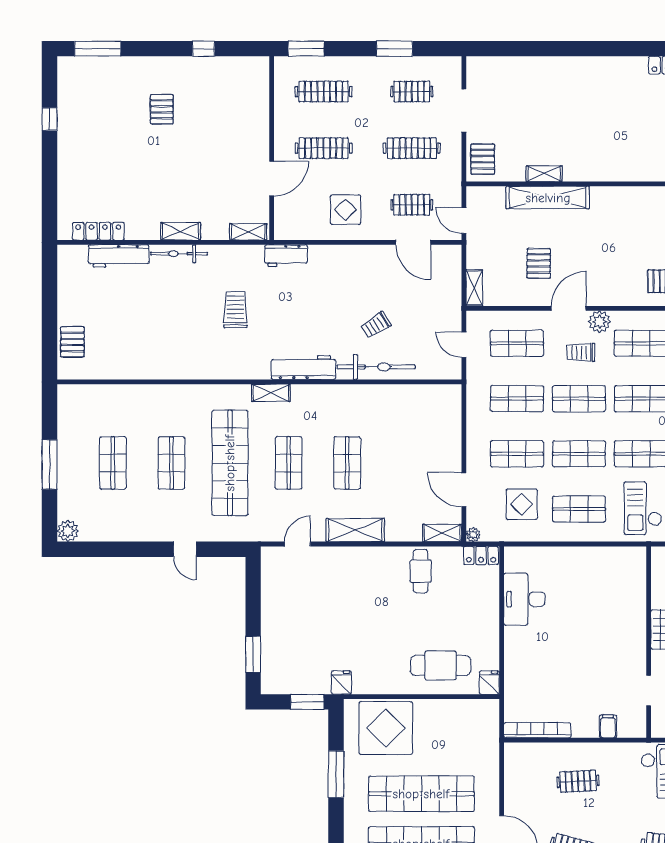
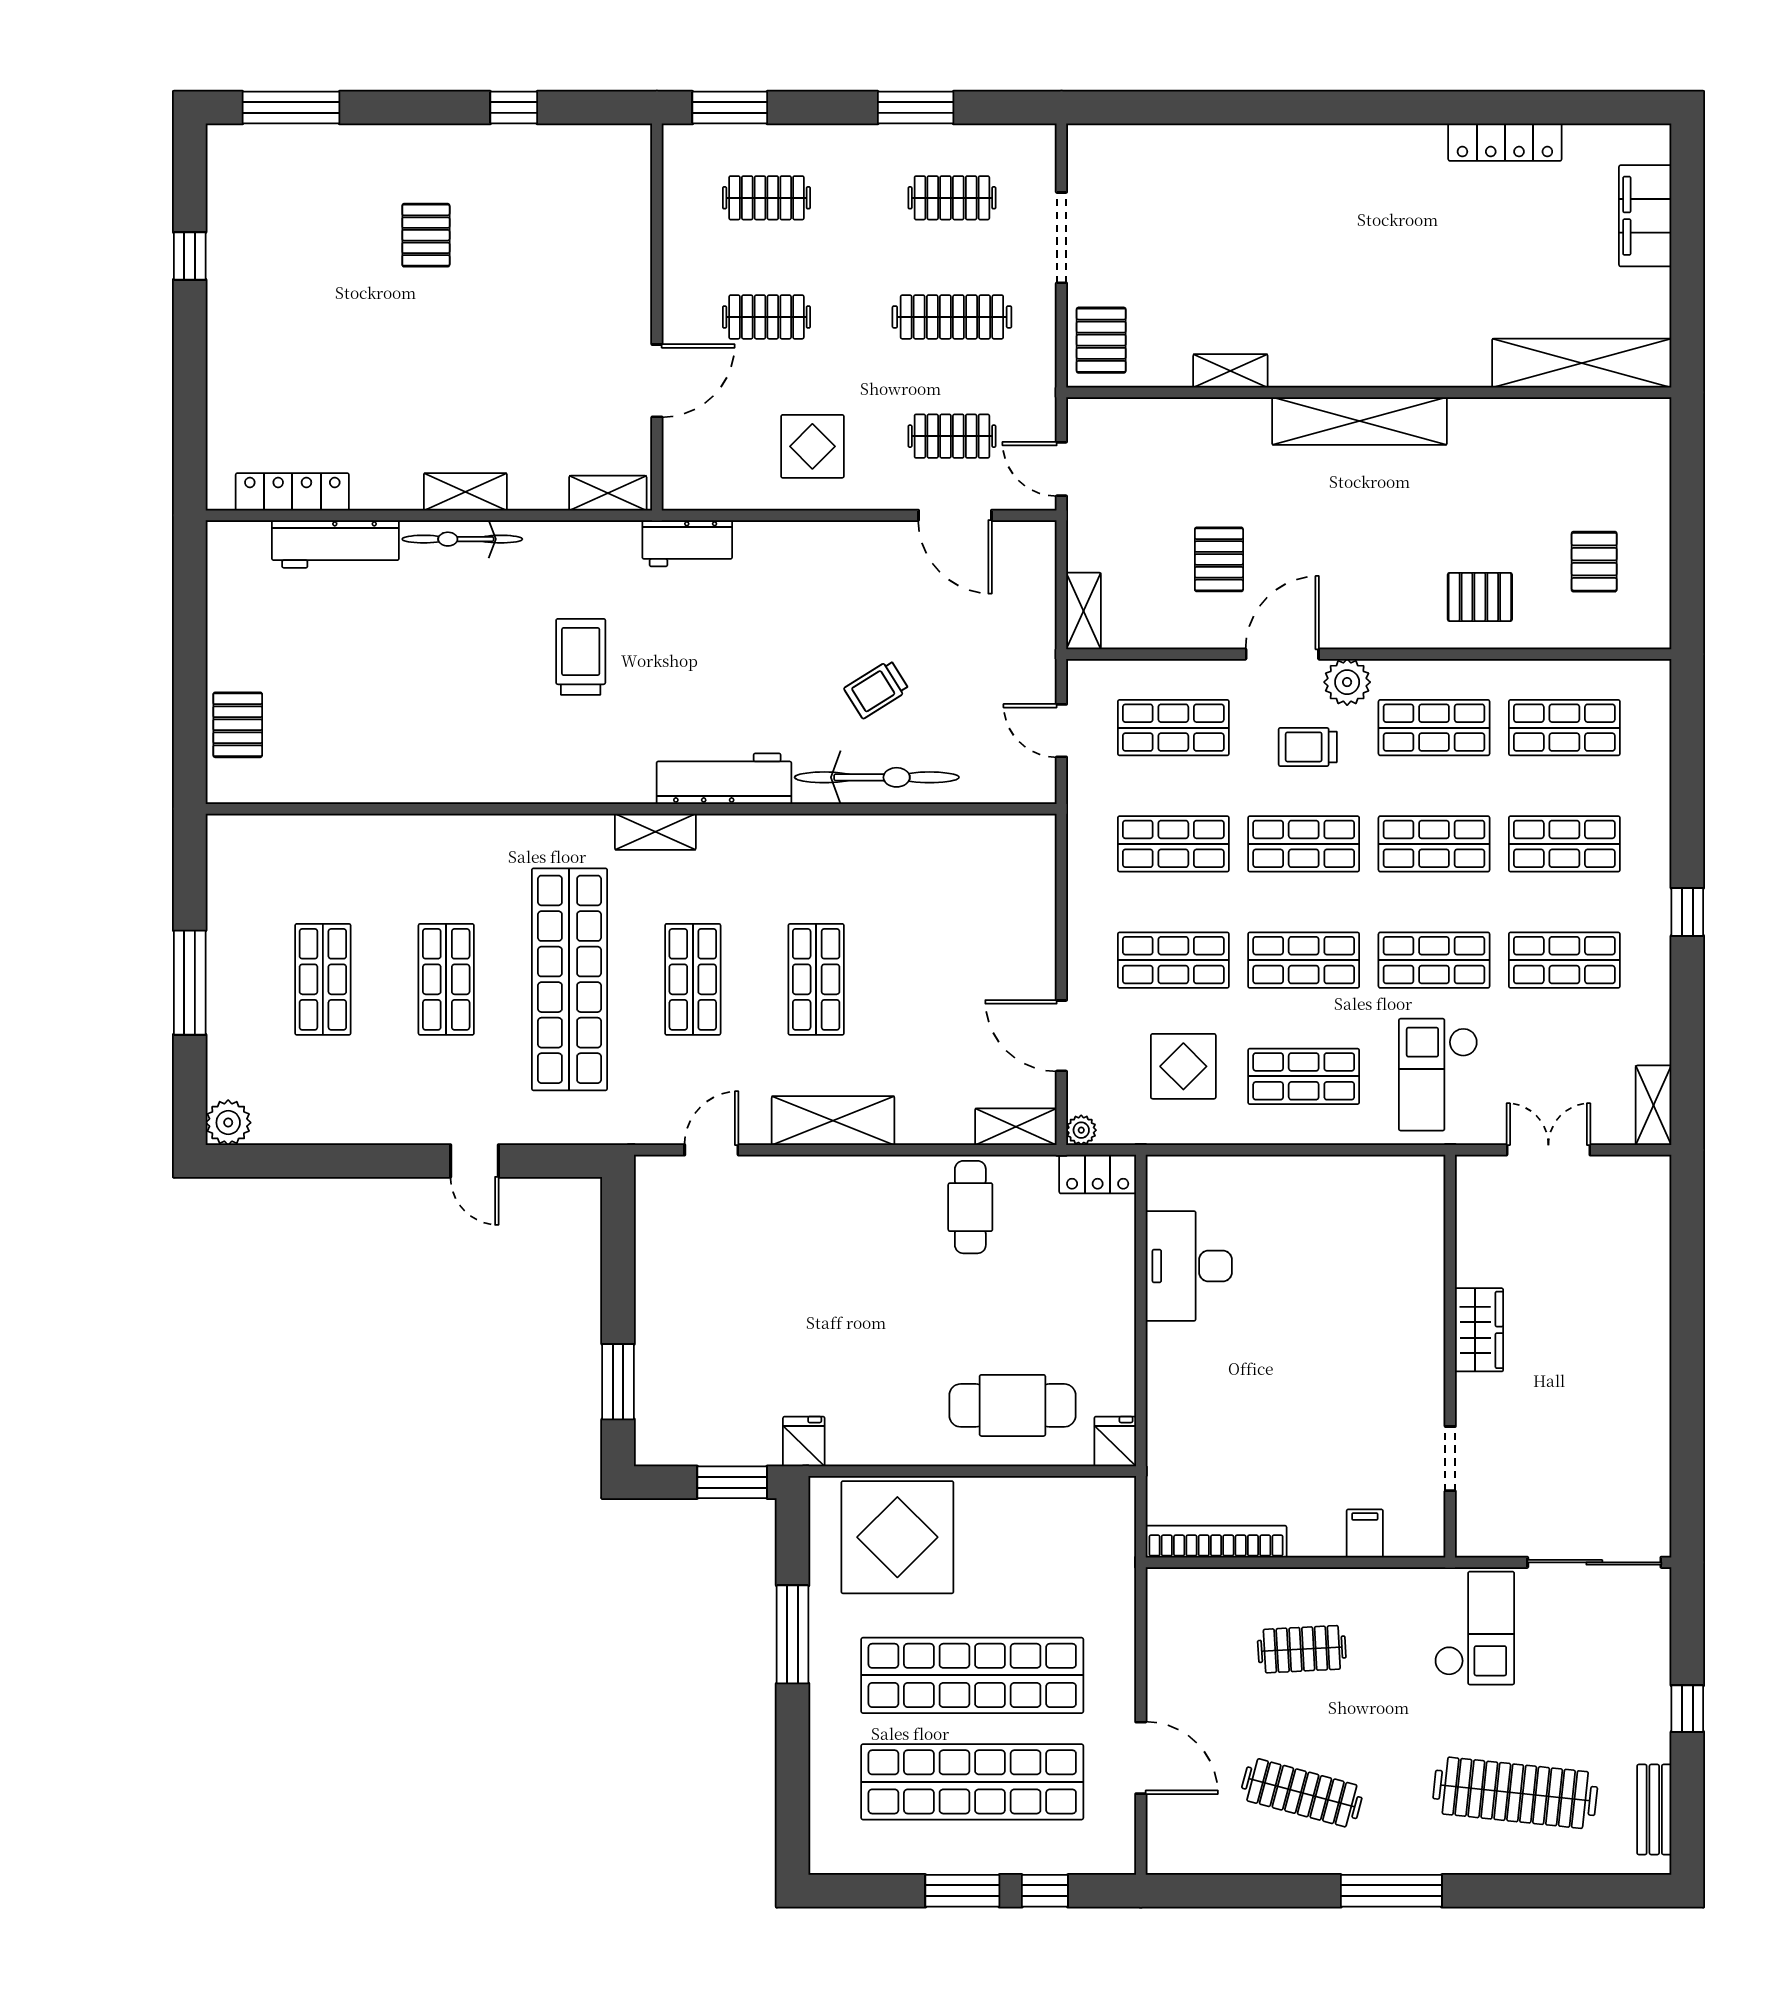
clothes rail: (324, 92) -> (766, 198), width x0.73
clothes rail: (324, 148) -> (766, 317), width x0.73
shelving: (548, 198) -> (1359, 421), moved

